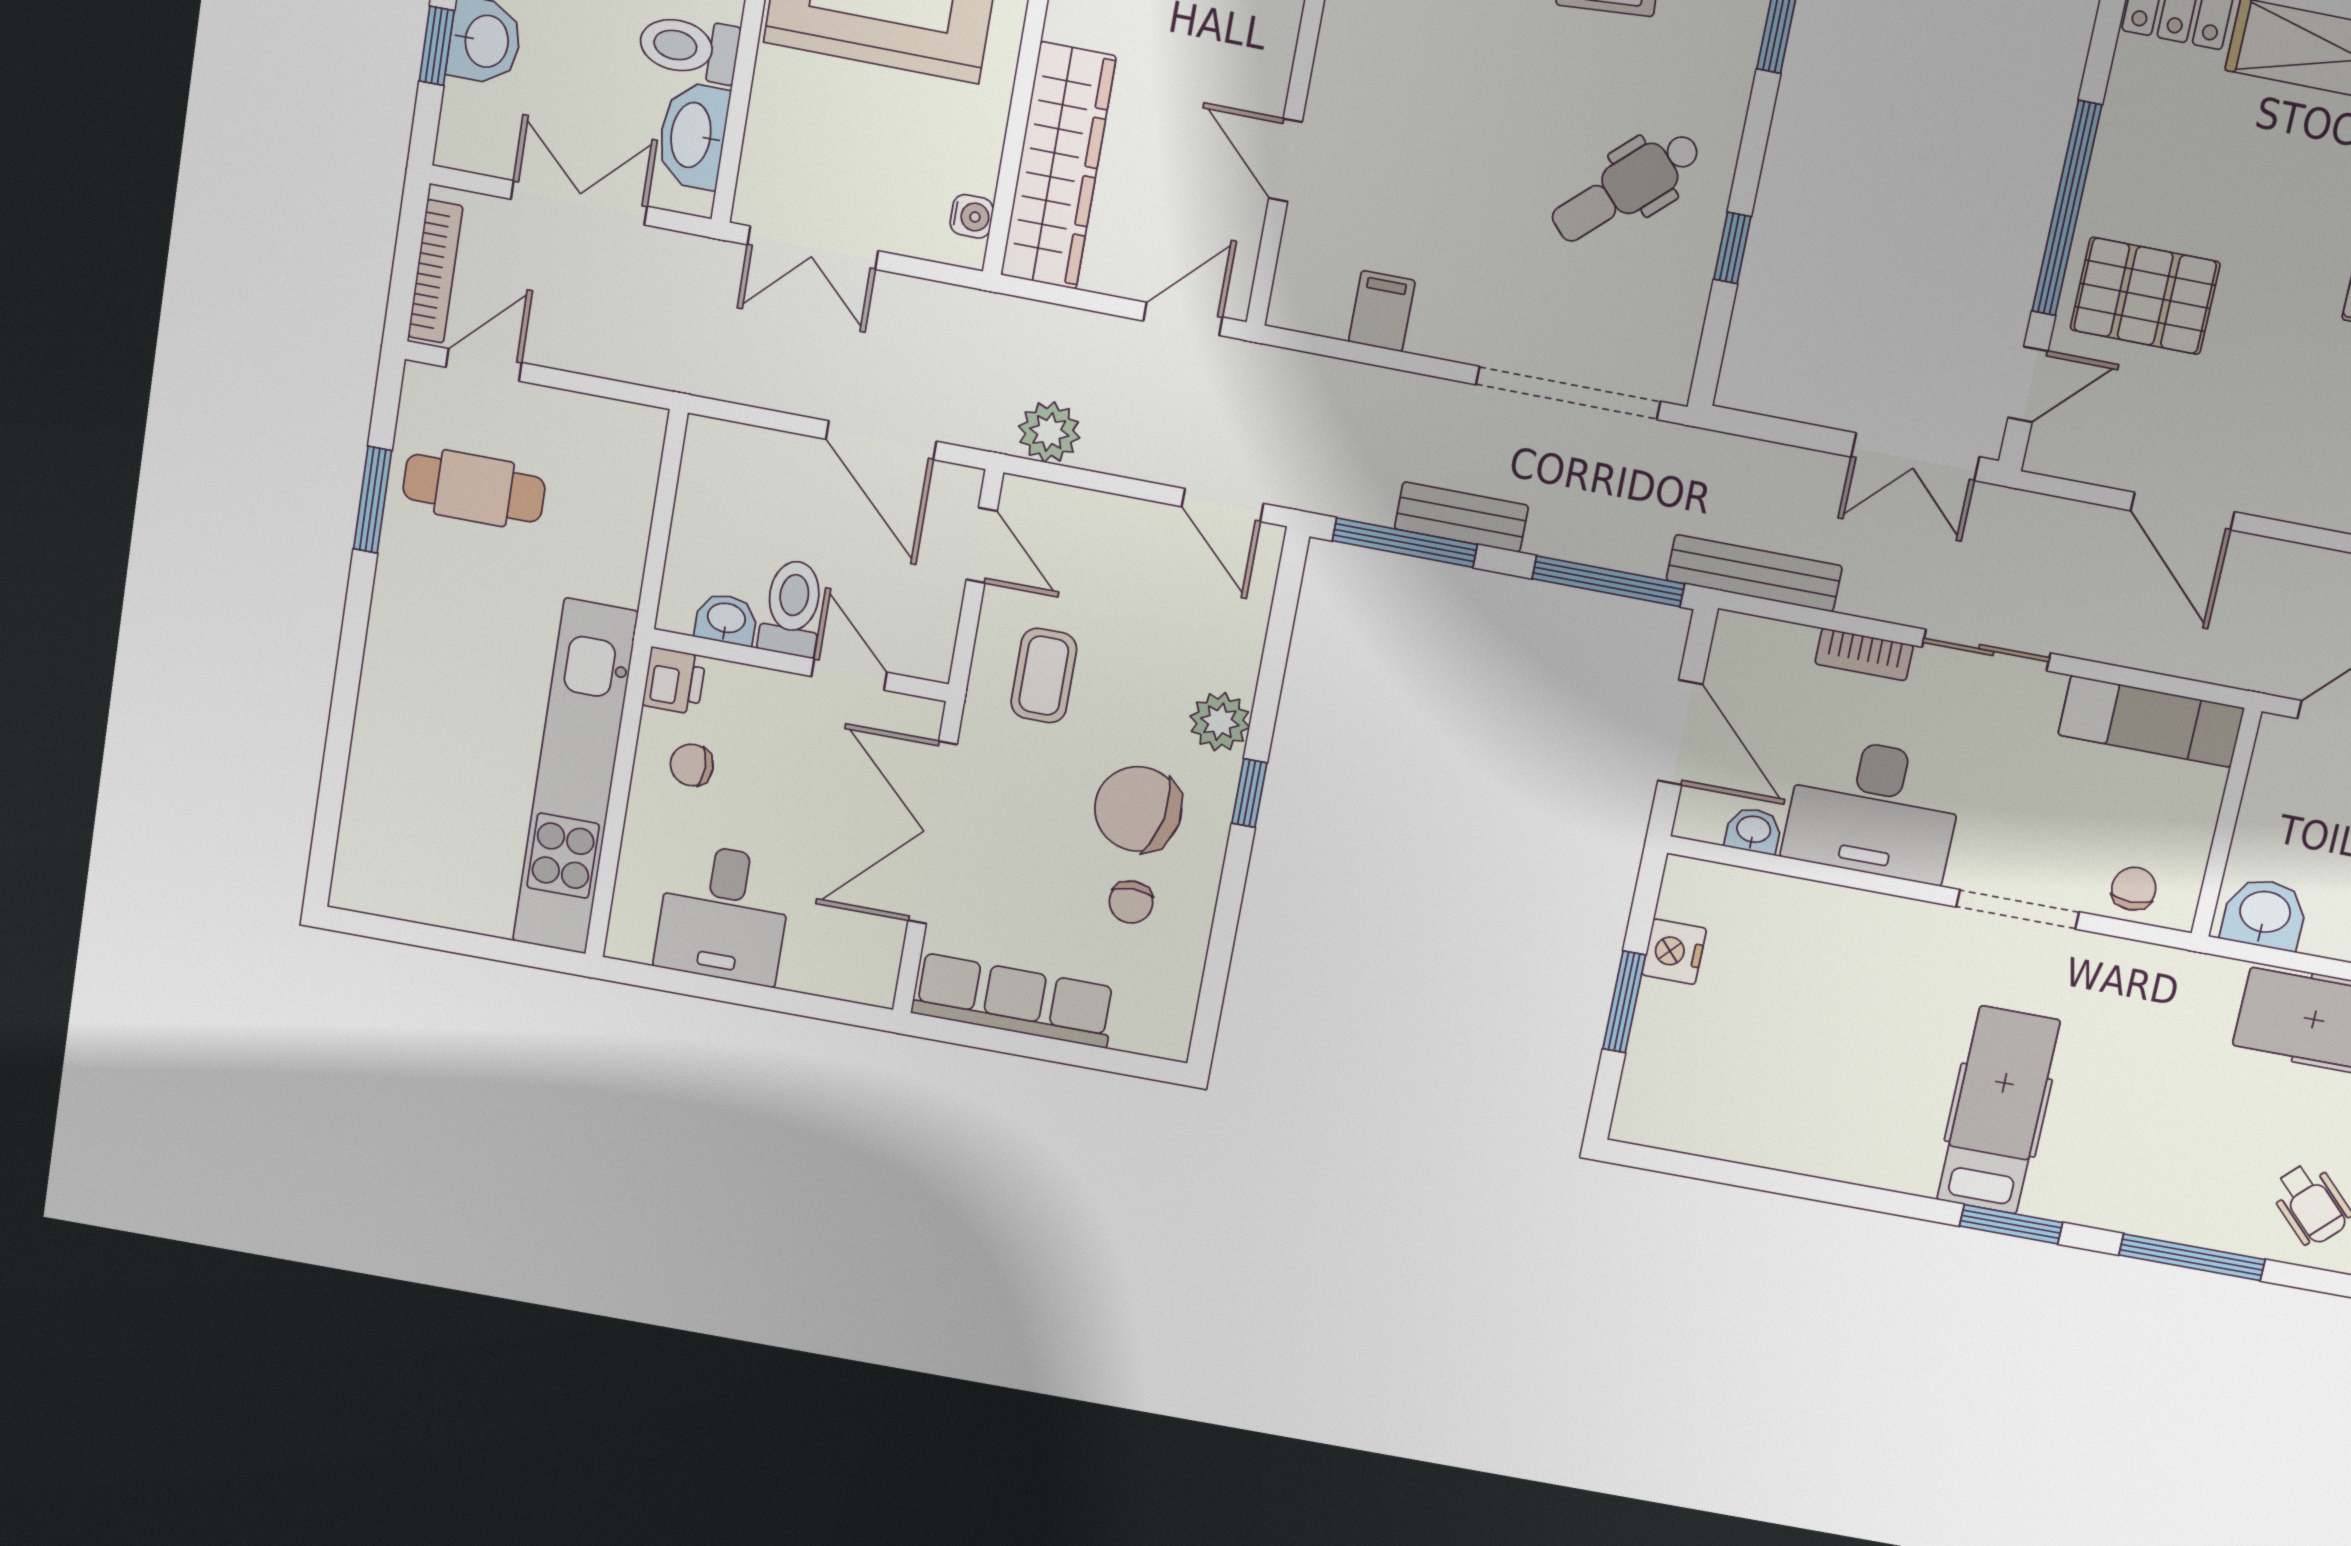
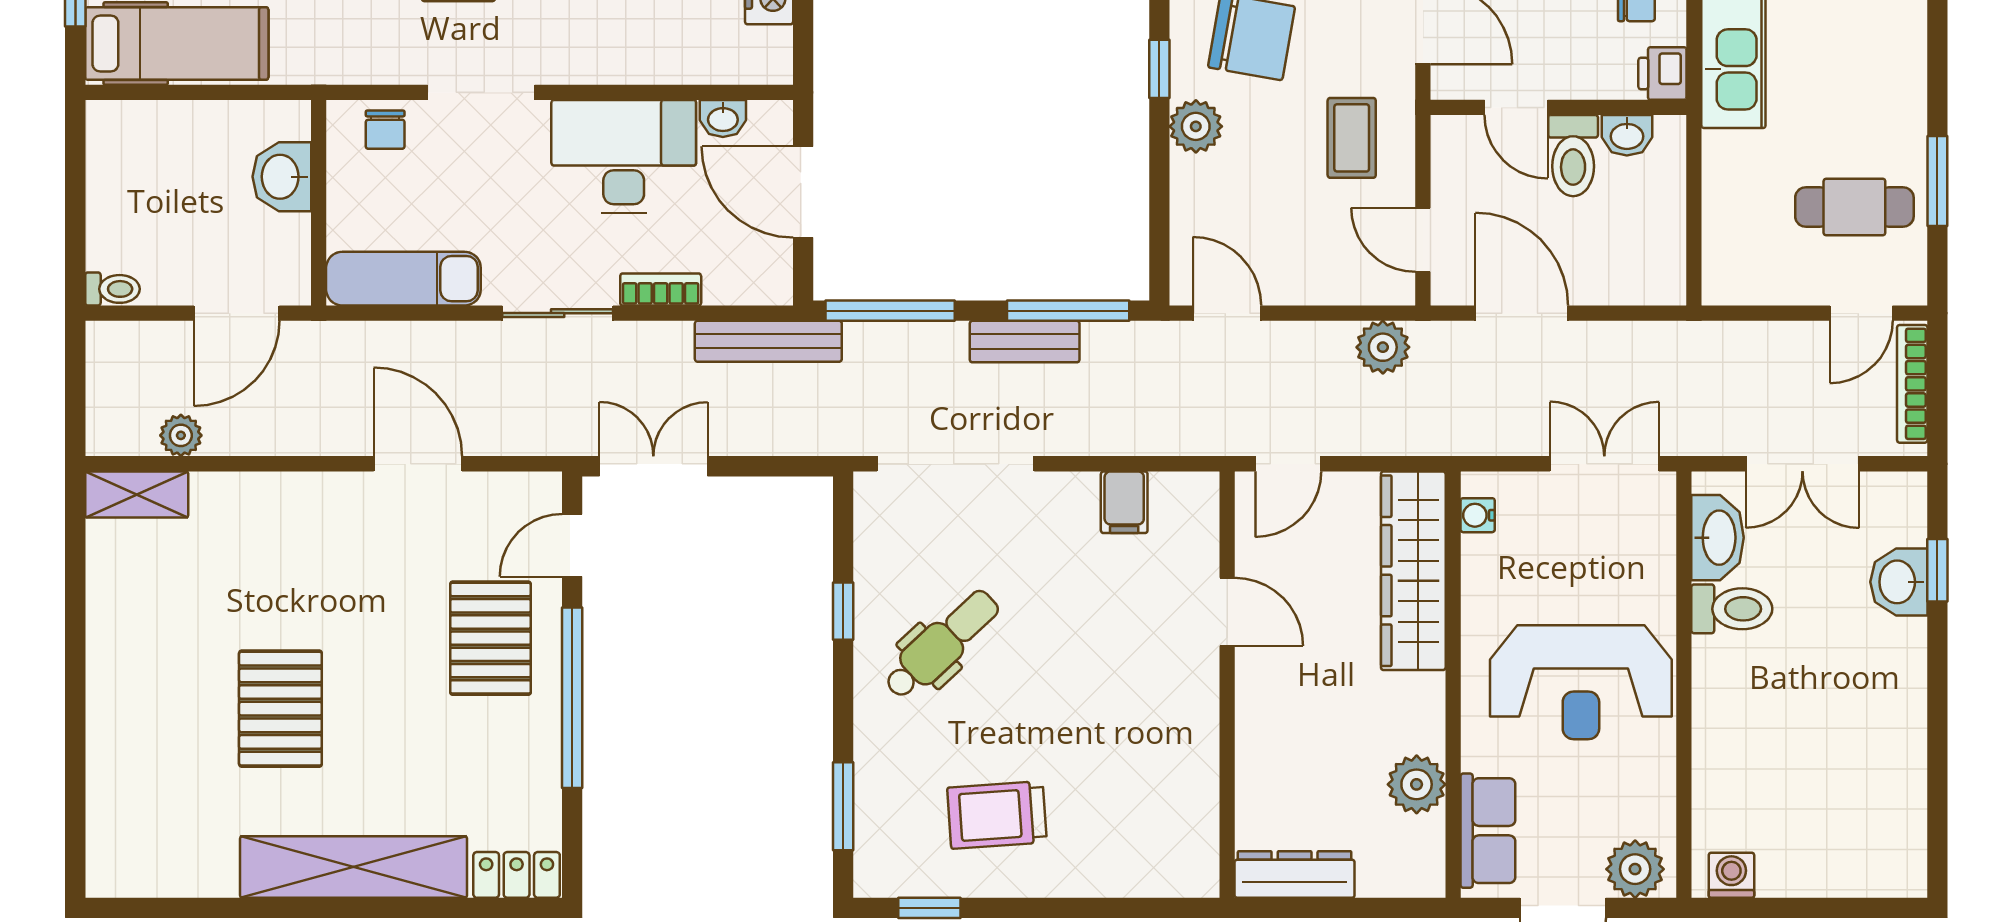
pallet: (2145, 296) -> (491, 638), turned 90
washbasin: (2265, 914) -> (282, 177), moved, turned 90

